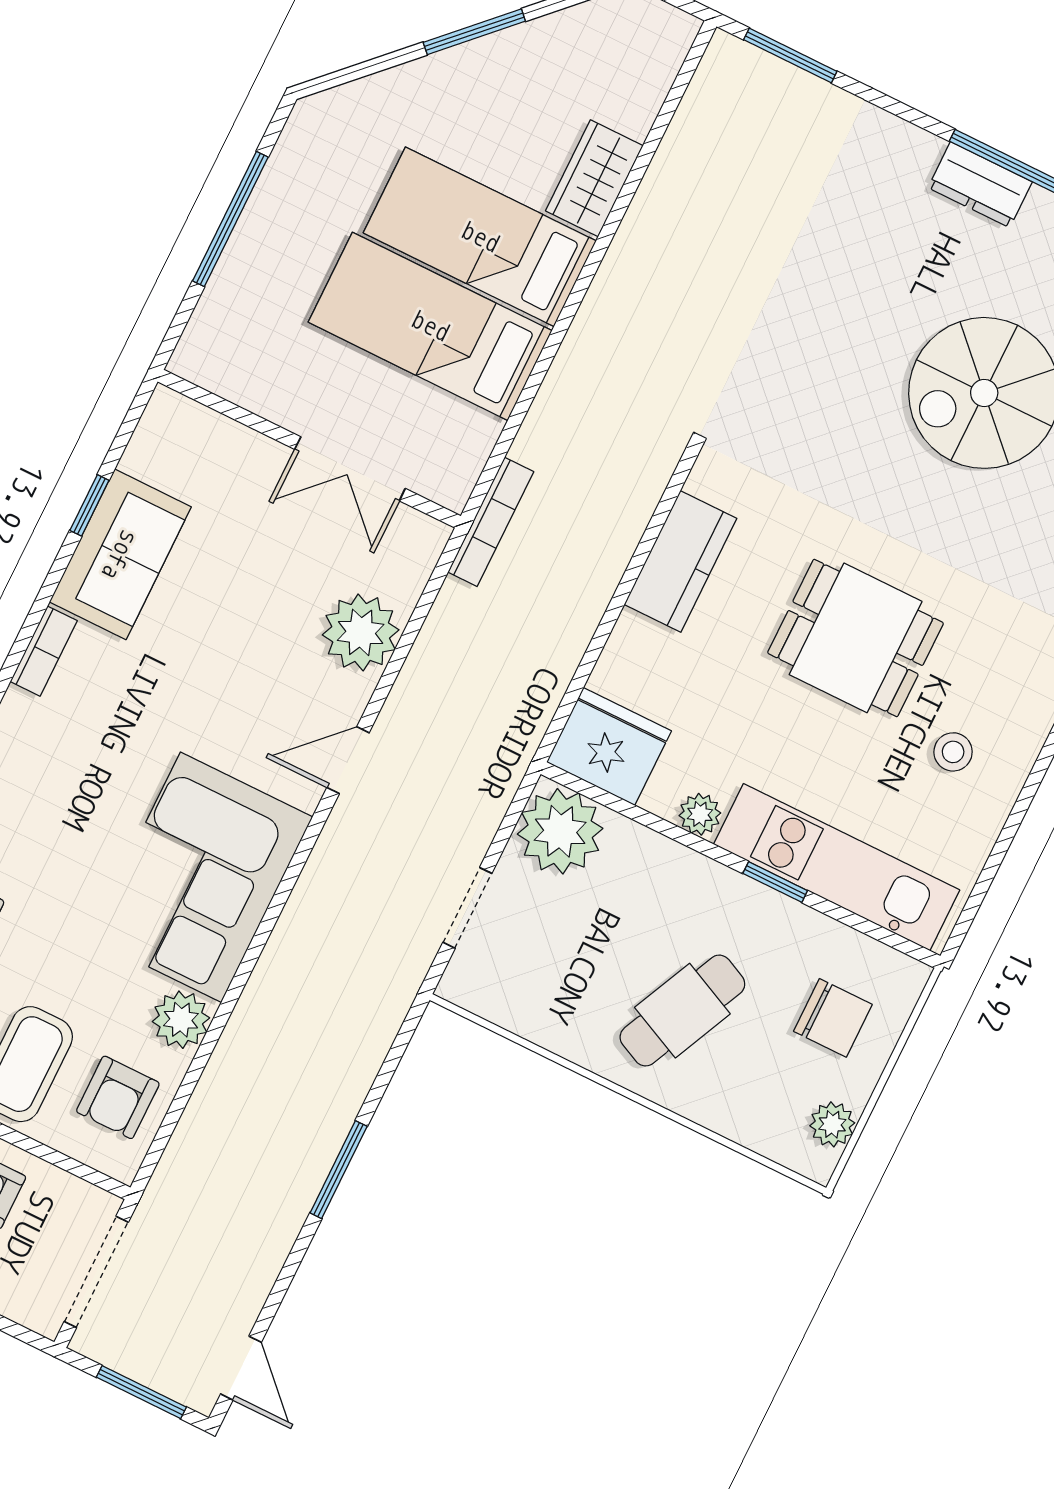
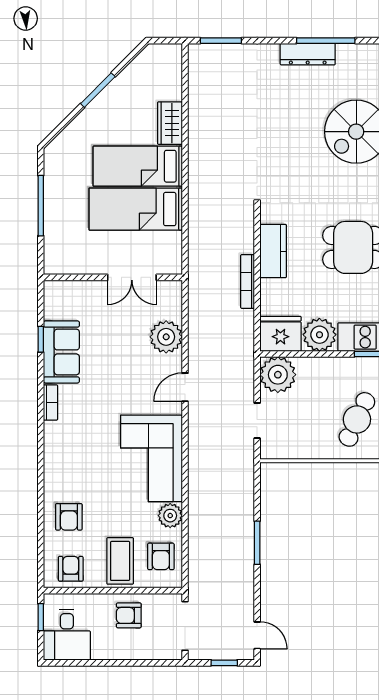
dresser: (980, 185) -> (308, 54), width x1.44
bookcase: (491, 522) -> (248, 281), moved, turned 180
plant: (700, 814) -> (319, 335), width x1.88, depth x1.88
window: (141, 1392) -> (224, 663), width x0.67

